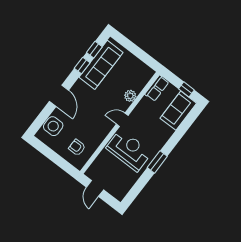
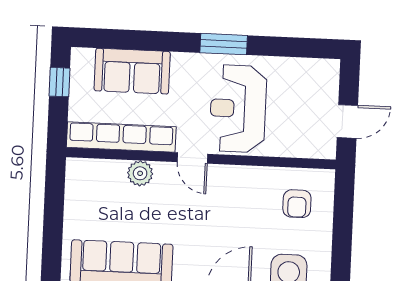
row of seats: (157, 88) -> (121, 137), width x2.02
sofa: (178, 111) -> (132, 71), moved

